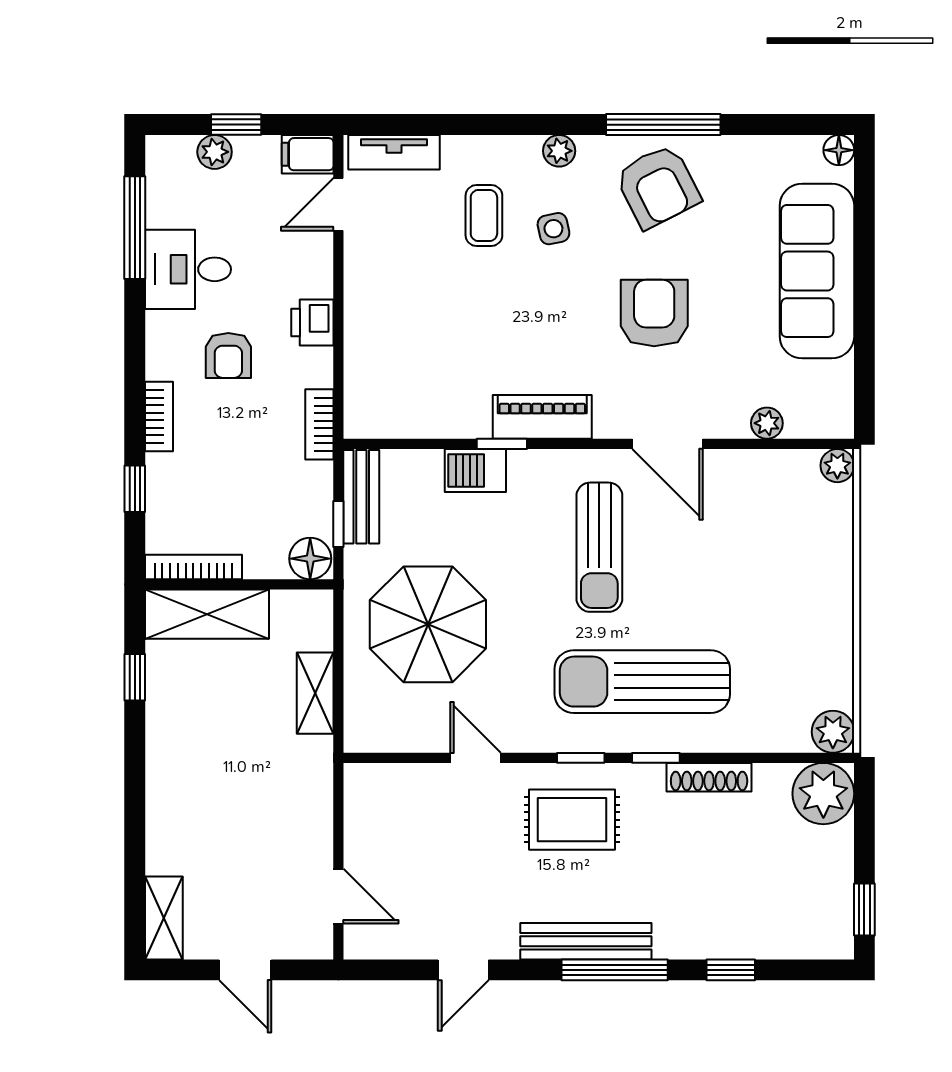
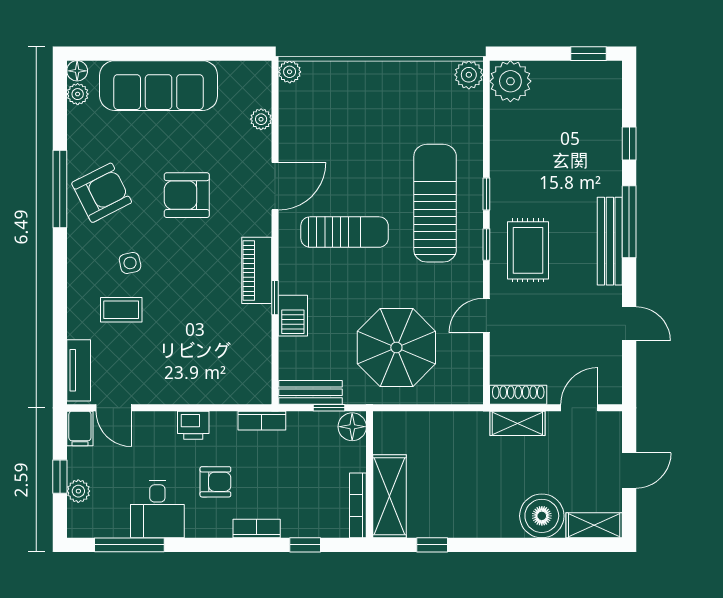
plant: (559, 151) -> (78, 94), moved
sun lounger: (642, 682) -> (435, 203), turned 180
shelving: (315, 693) -> (517, 423), moved
shoe rack: (709, 777) -> (518, 395), moved, turned -90
boiler: (178, 840) -> (542, 516), added

